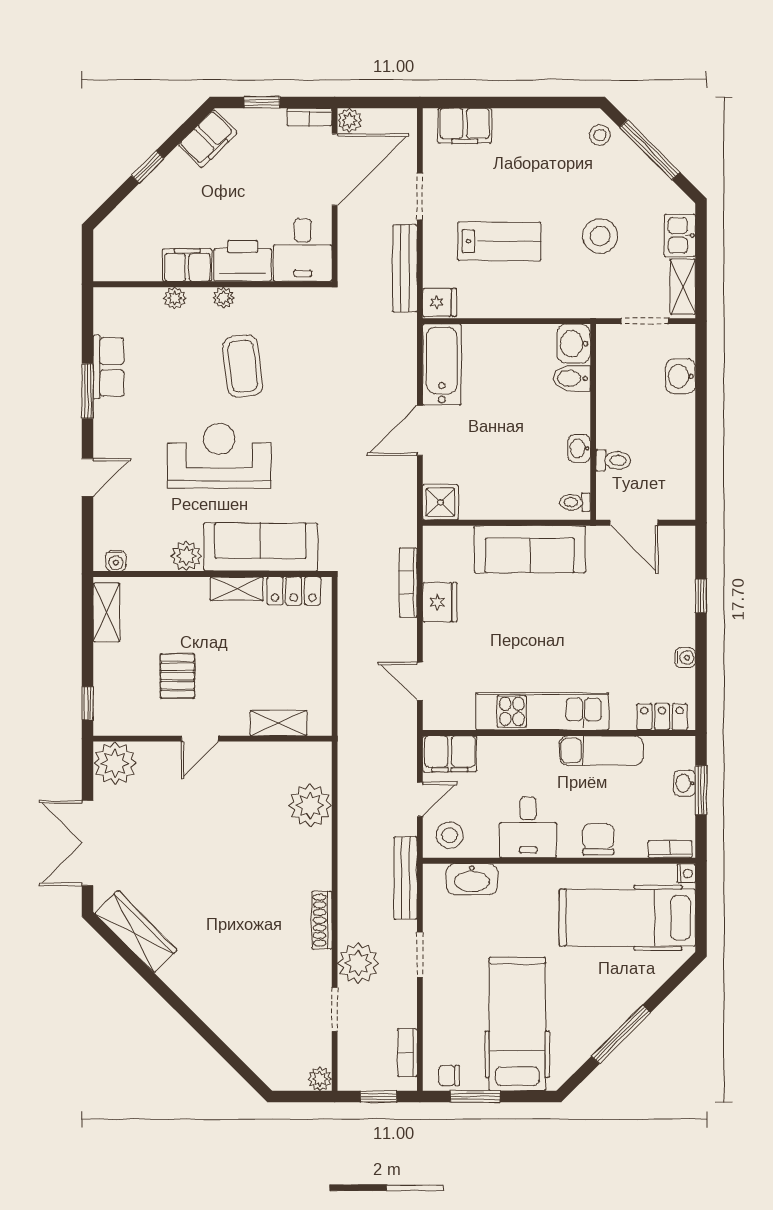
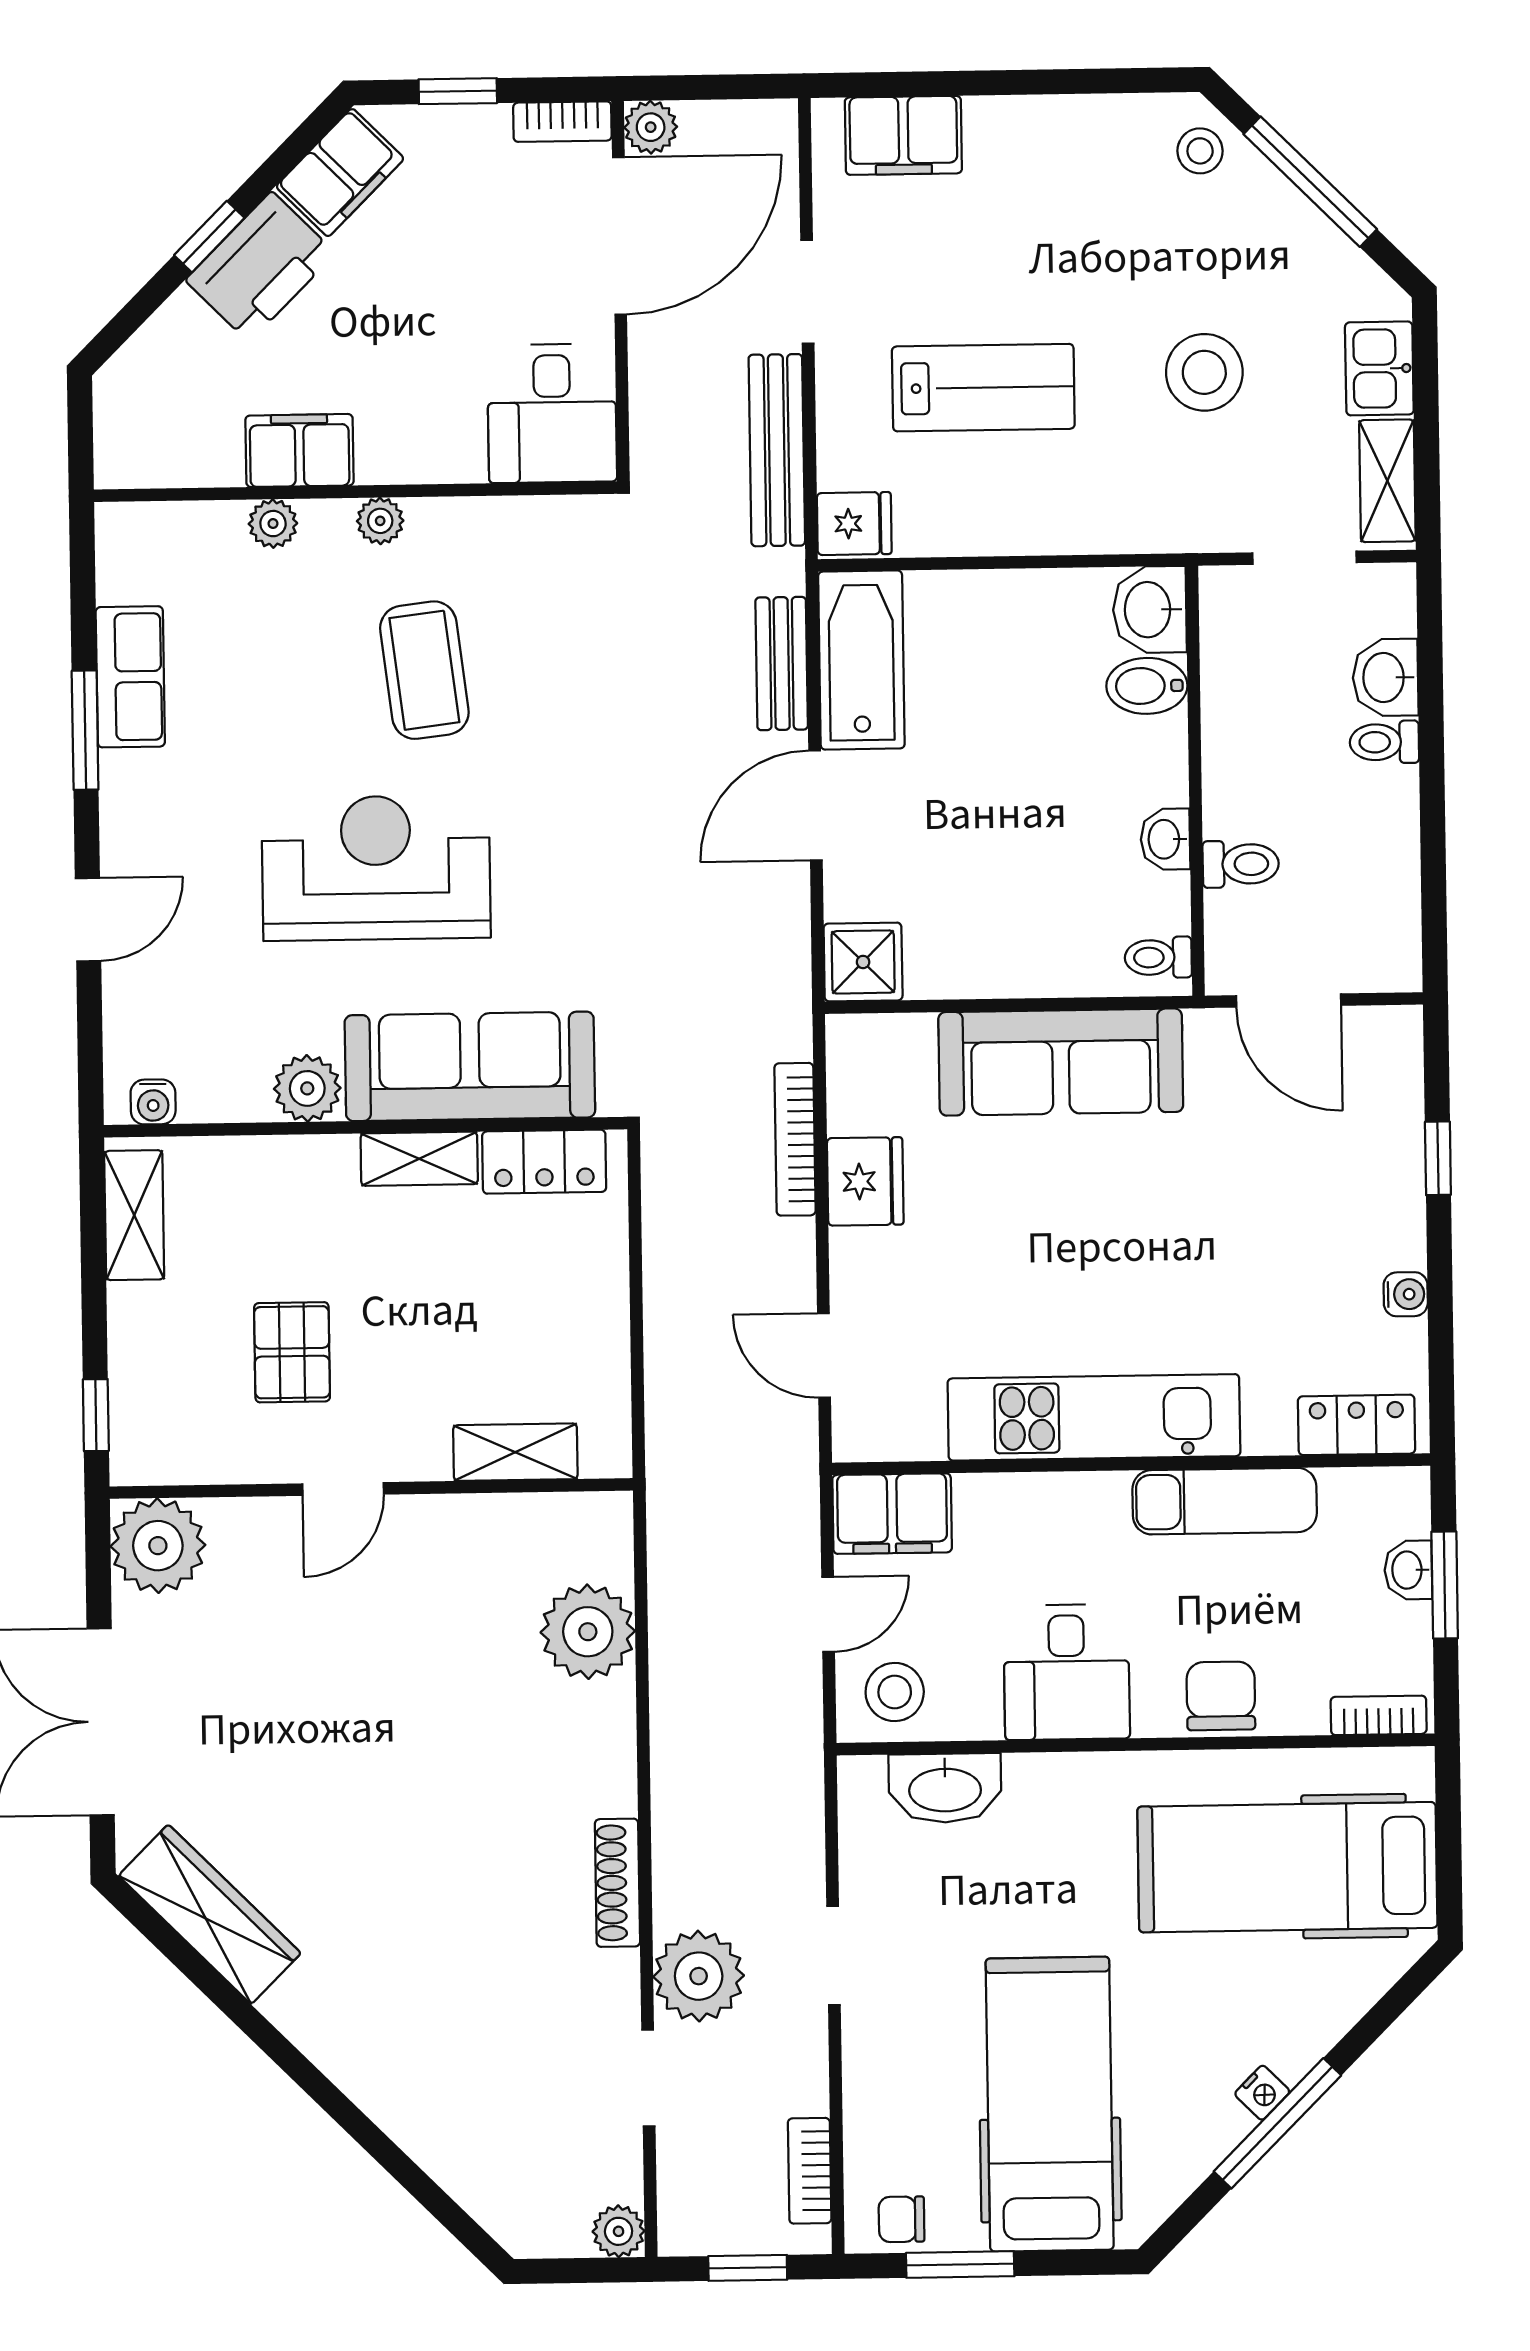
printer: (243, 261) -> (260, 267), moved, turned 135
toilet: (680, 406) -> (1384, 742), added
nightstand: (686, 873) -> (1262, 2093), moved, turned 45
bench: (405, 878) -> (782, 664), moved, width x0.73

